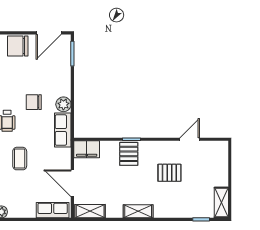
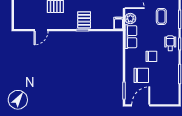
chair: (18, 46) -> (141, 75), moved
plant: (63, 104) -> (130, 19), moved
filing cabinet: (87, 149) -> (118, 23), width x0.50

